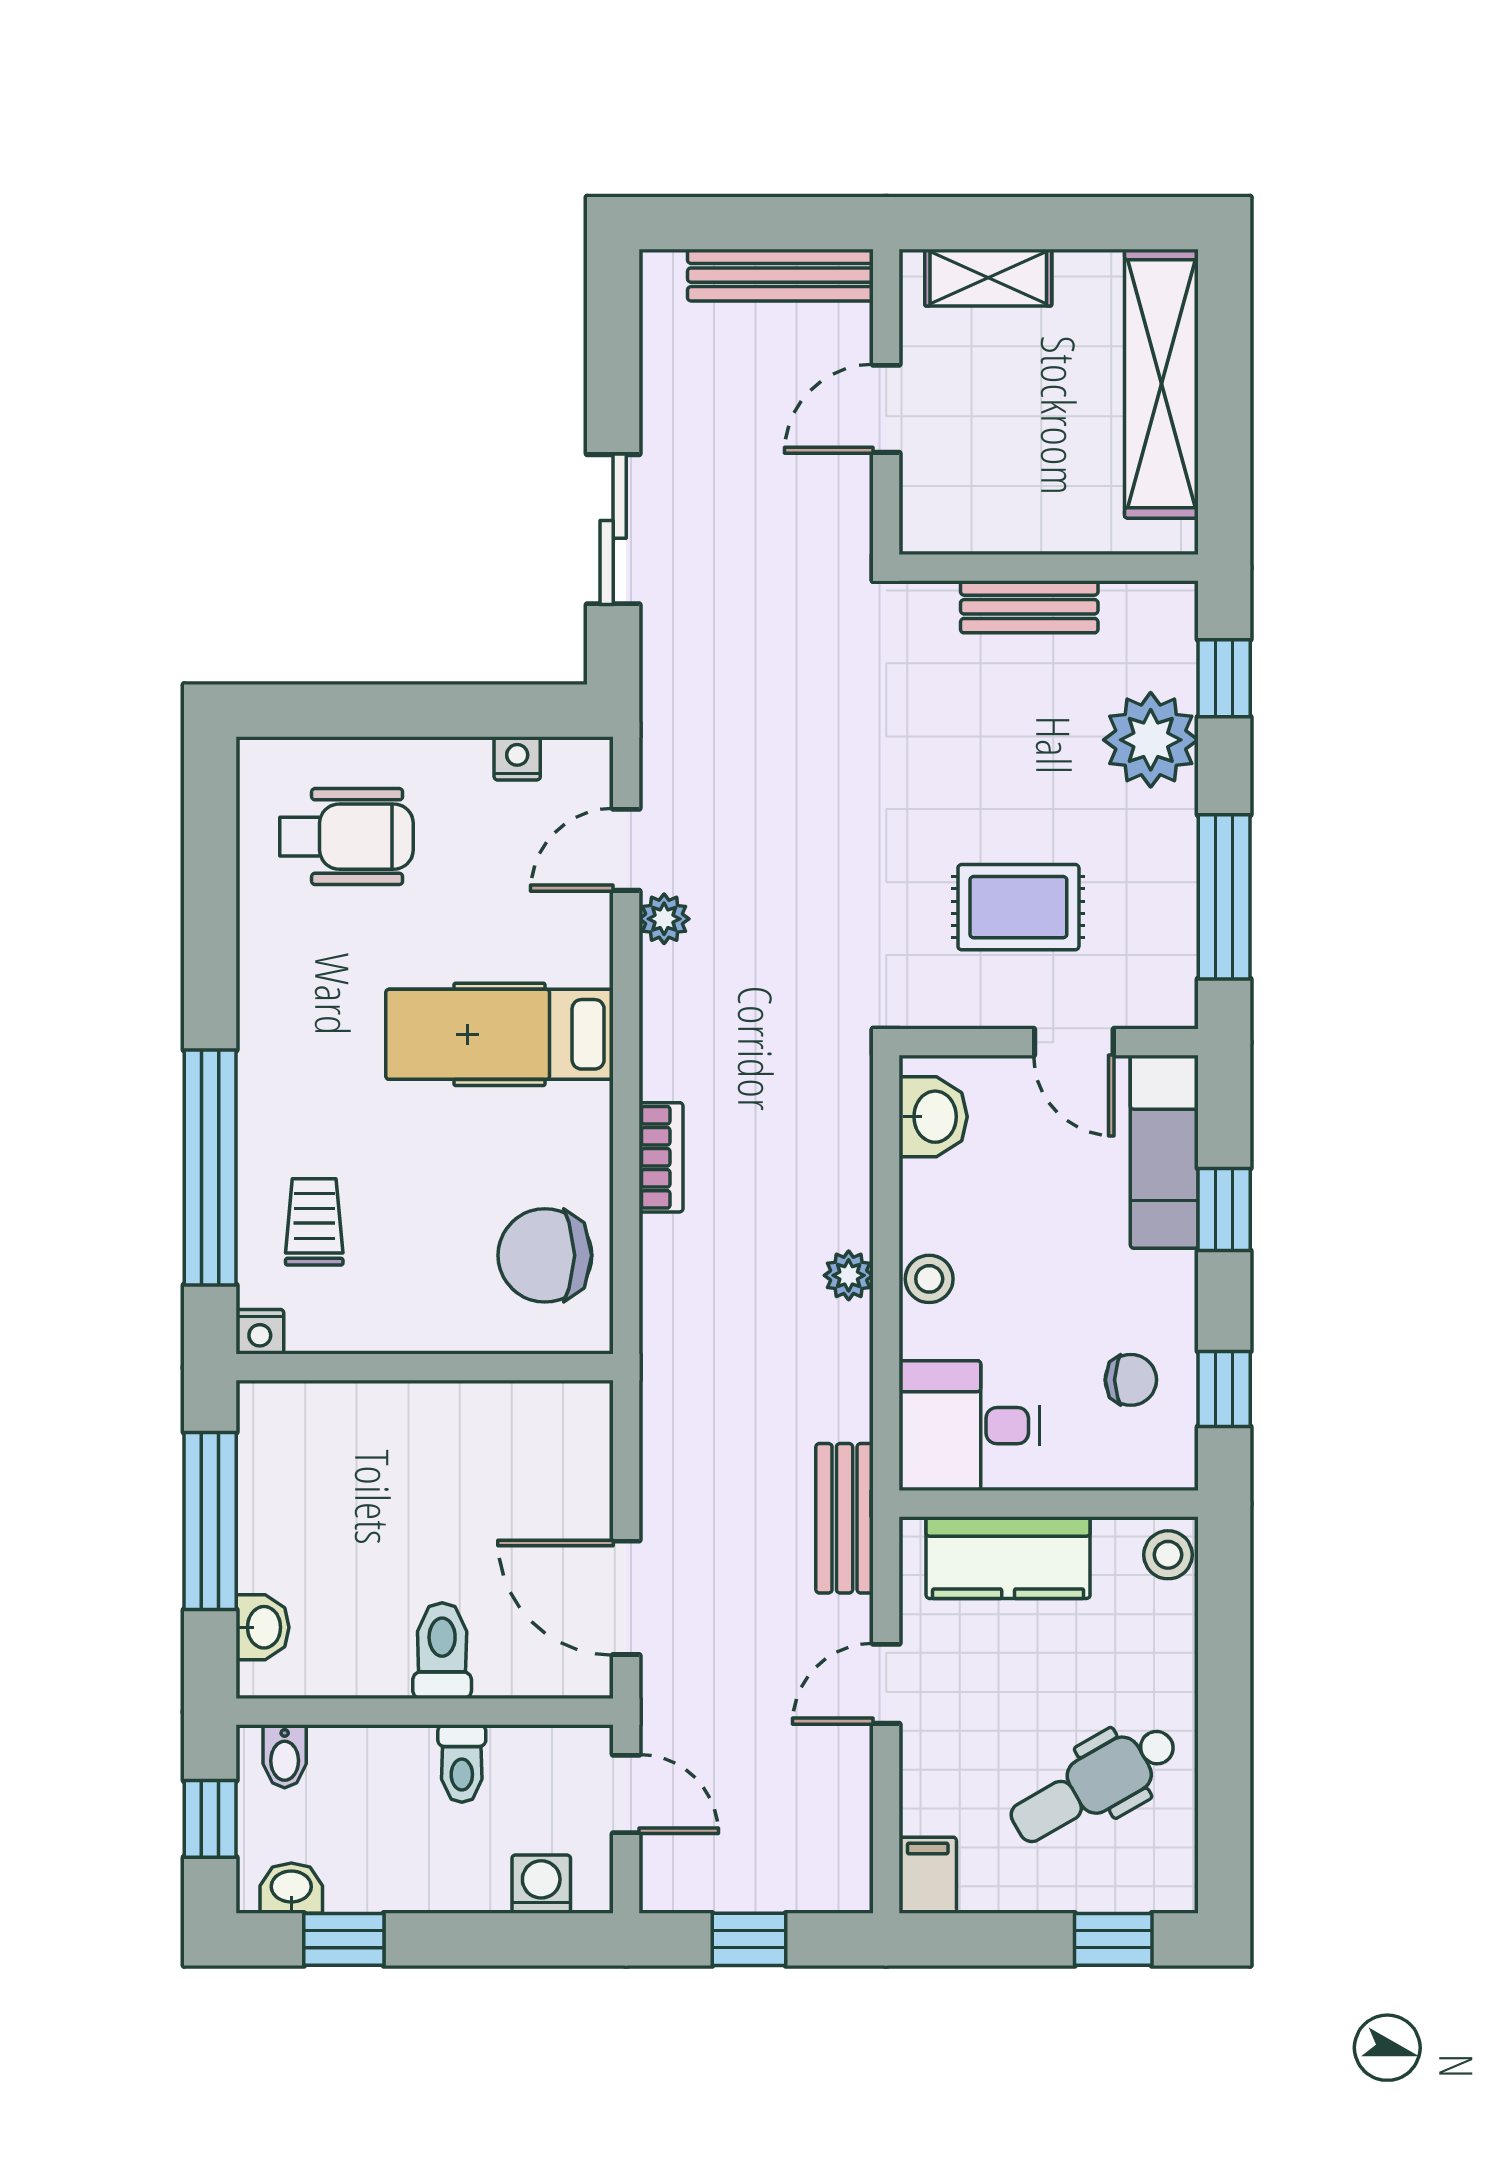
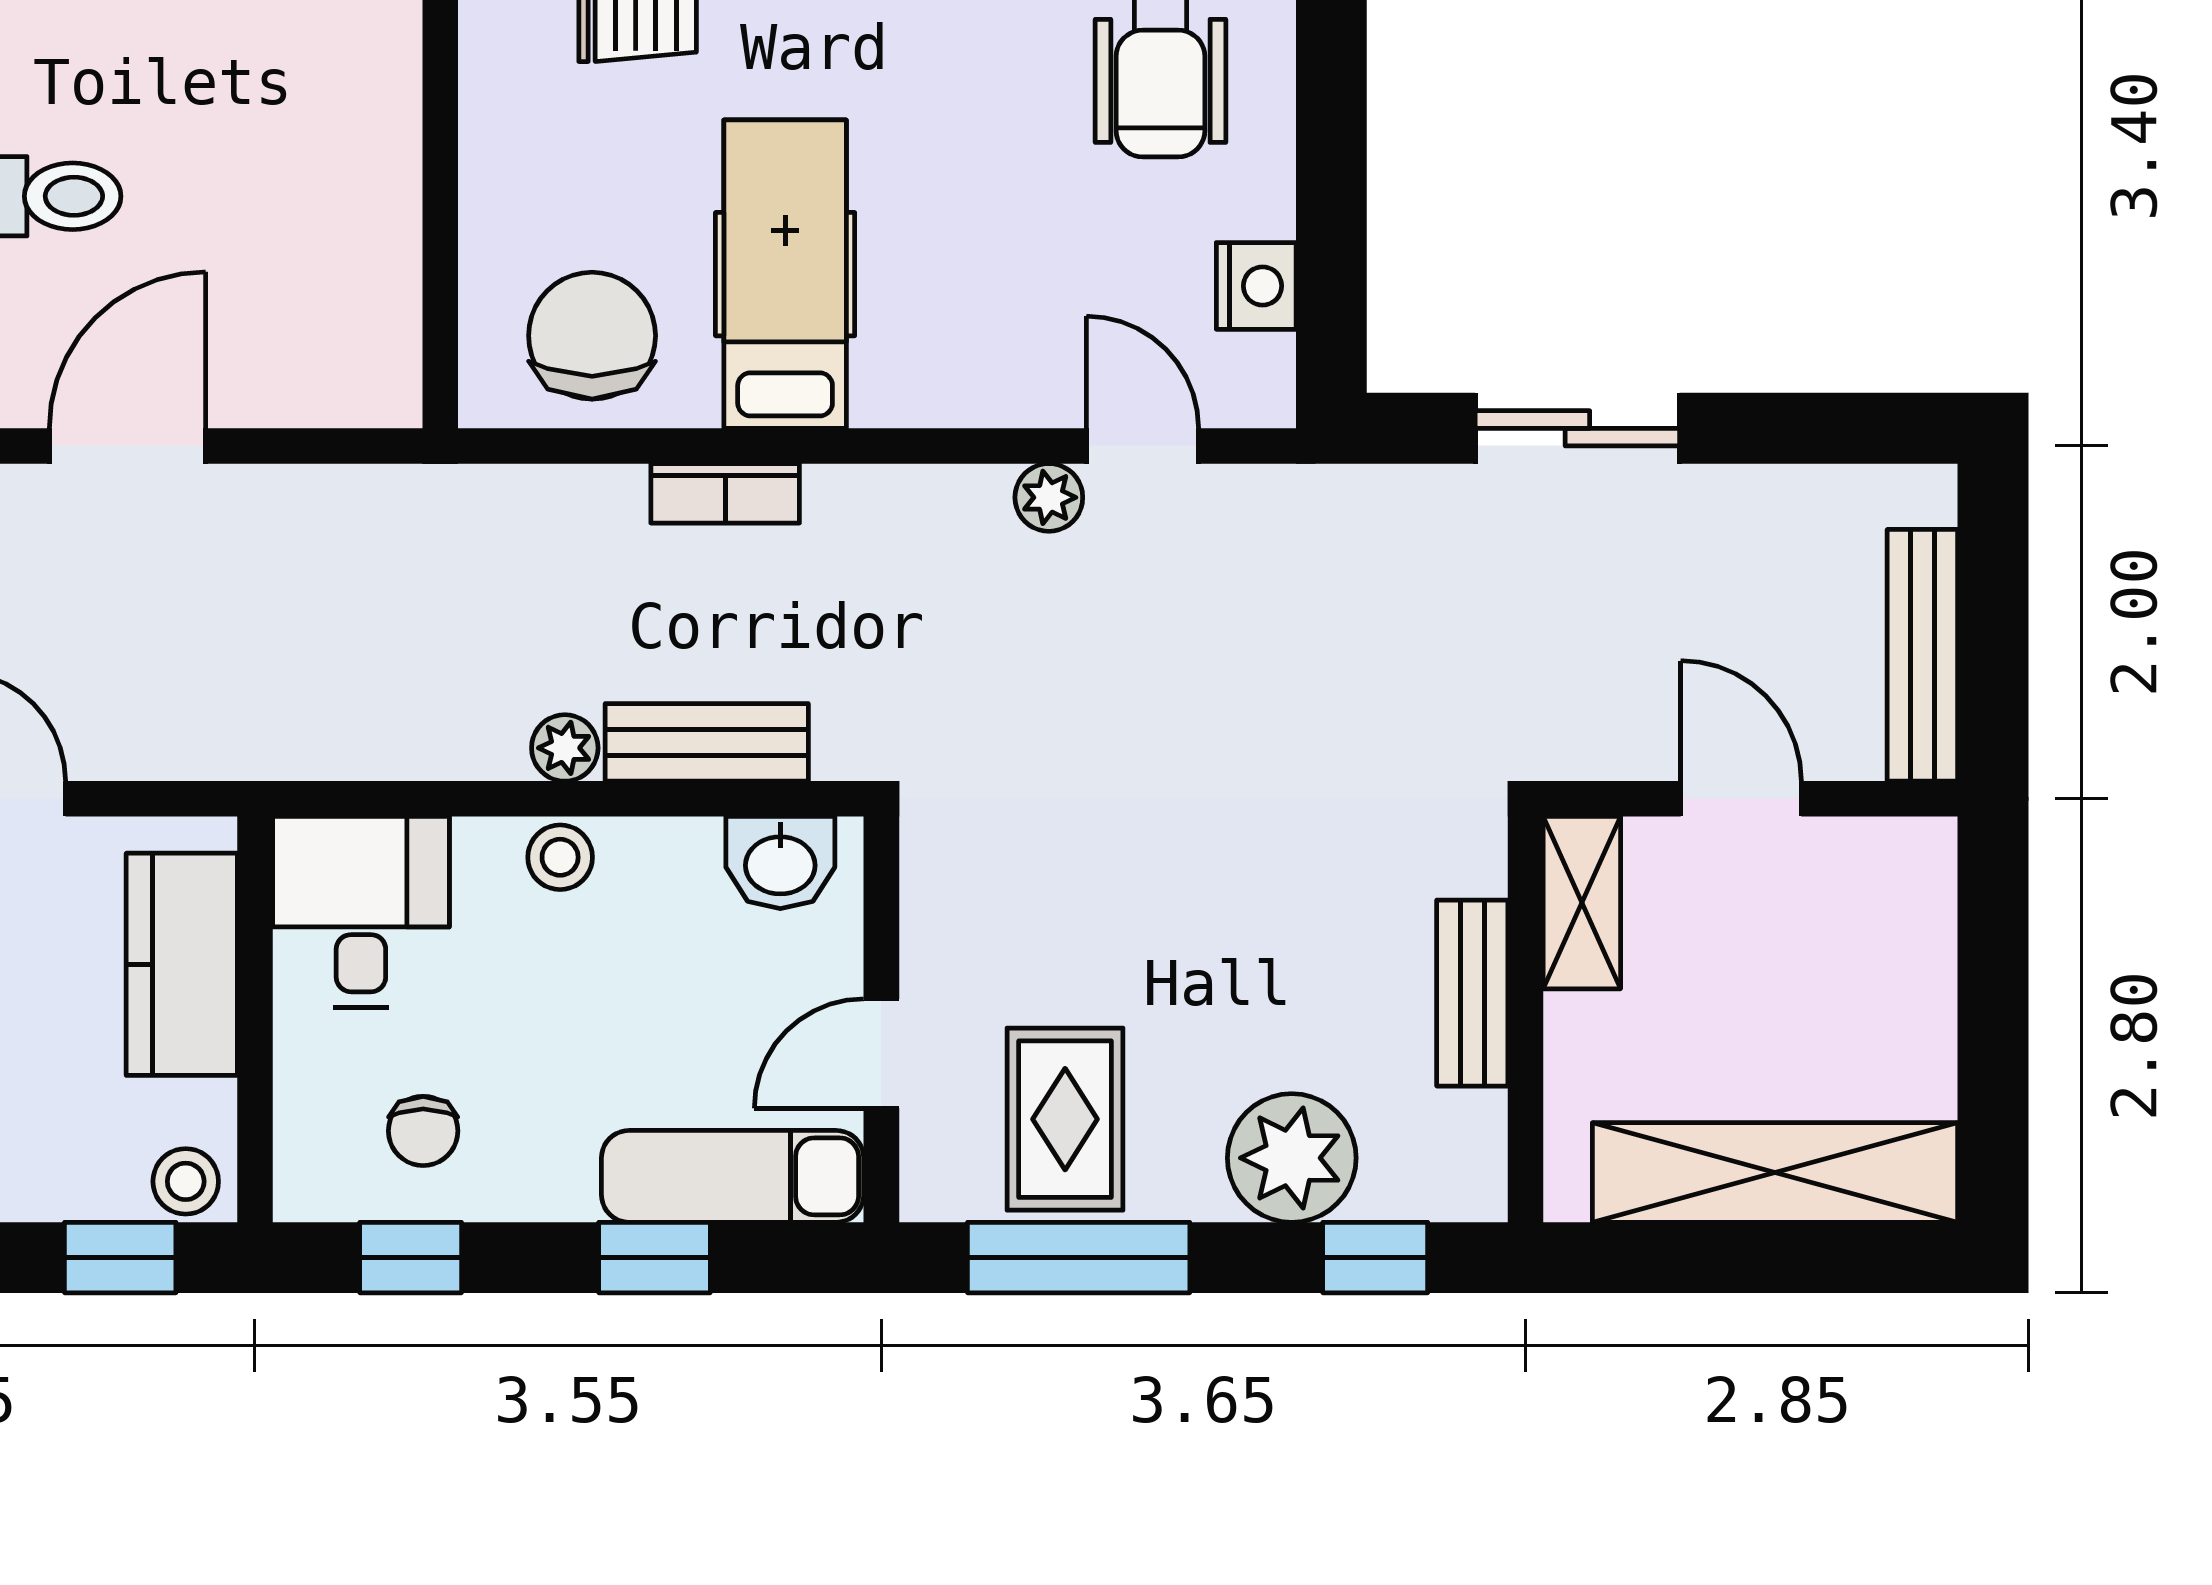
shelving: (988, 278) -> (1582, 903), moved
nightstand: (517, 758) -> (1256, 286), width x1.39, depth x1.35
rug: (1018, 907) -> (1065, 1119), moved
hospital bed: (499, 1034) -> (785, 274), moved
bench: (845, 1518) -> (707, 742), moved
window: (1224, 1603) -> (120, 1258), added

